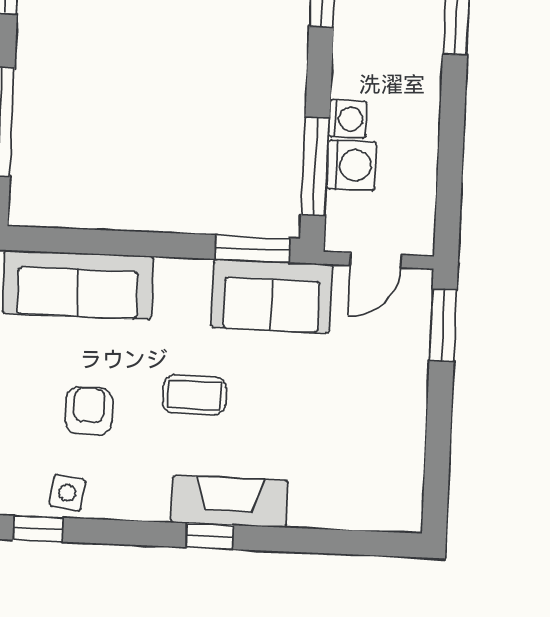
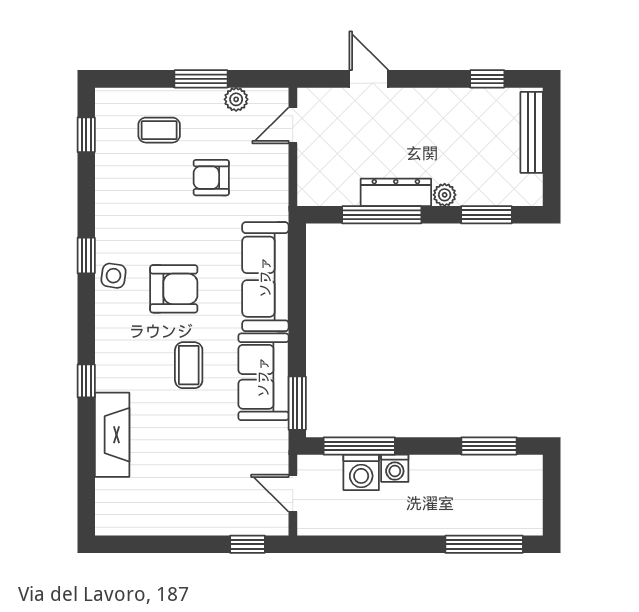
sofa: (272, 296) -> (263, 377), moved
window: (443, 325) -> (247, 544), width x0.67
armchair: (89, 411) -> (174, 289), width x1.38, depth x1.38
fireplace: (229, 501) -> (112, 435), moved

